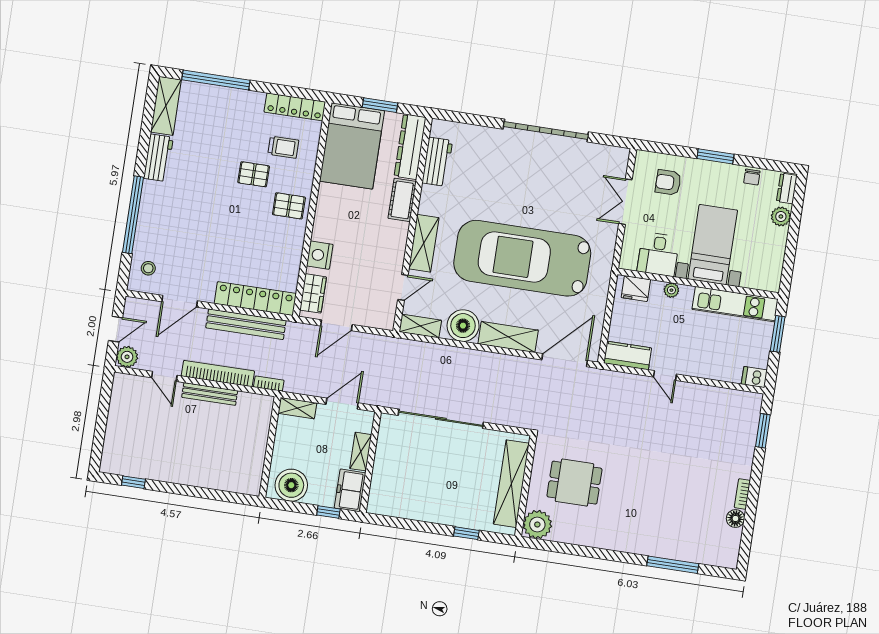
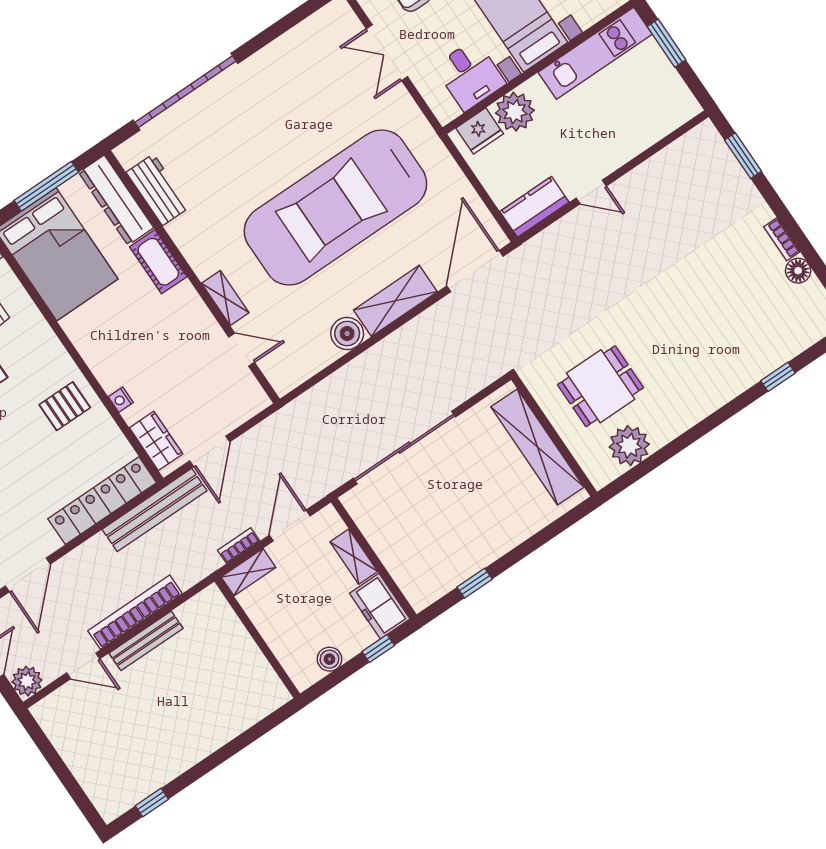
window: (380, 105) -> (46, 186), width x1.44
garage door: (546, 131) -> (185, 92), moved
pallet: (289, 206) -> (65, 406), moved
shelving: (424, 243) -> (225, 298), width x0.67, depth x0.75
nightstand: (320, 255) -> (121, 400), width x0.53, depth x0.56
door: (403, 287) -> (242, 350), hinge flipped
plant: (671, 290) -> (515, 112), width x1.87, depth x1.87
bench: (246, 324) -> (155, 510), moved
shelving: (420, 326) -> (296, 373), removed
boiler: (463, 326) -> (347, 334), width x0.73, depth x0.73
dishwasher: (754, 377) -> (684, 109), removed
bookcase: (269, 384) -> (239, 546), moved
boiler: (291, 485) -> (330, 659), width x0.54, depth x0.54
plant: (537, 525) -> (629, 446), moved
window: (466, 533) -> (475, 583), moved
window: (673, 565) -> (778, 377), width x0.46

